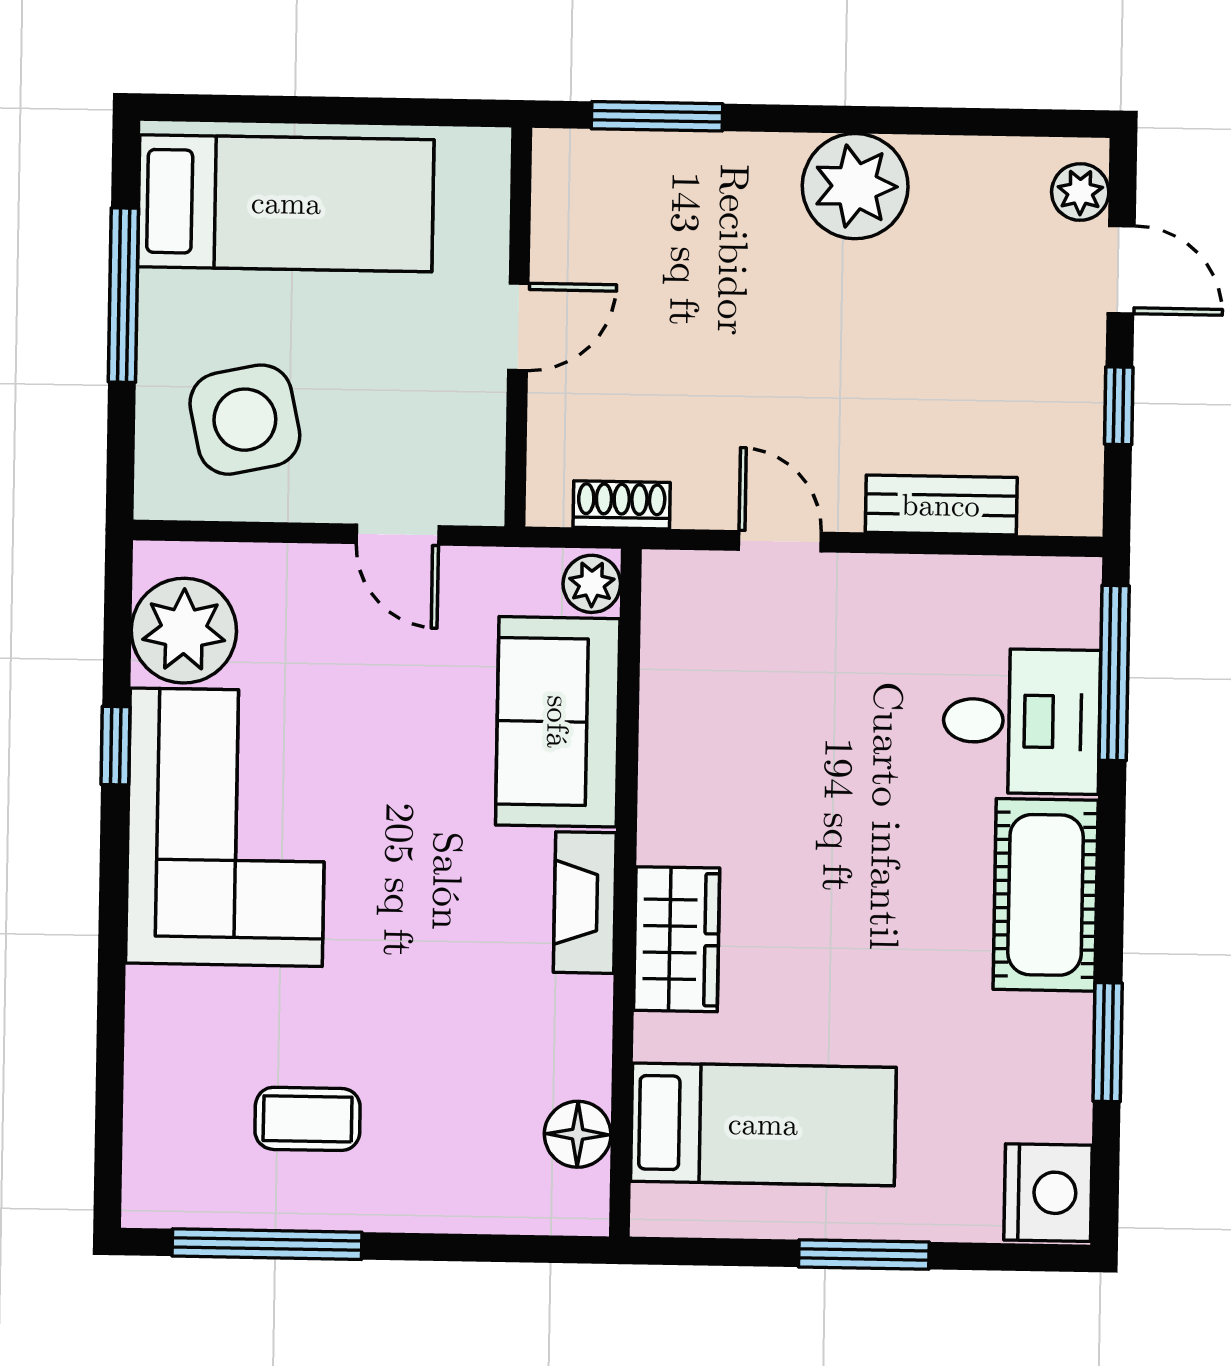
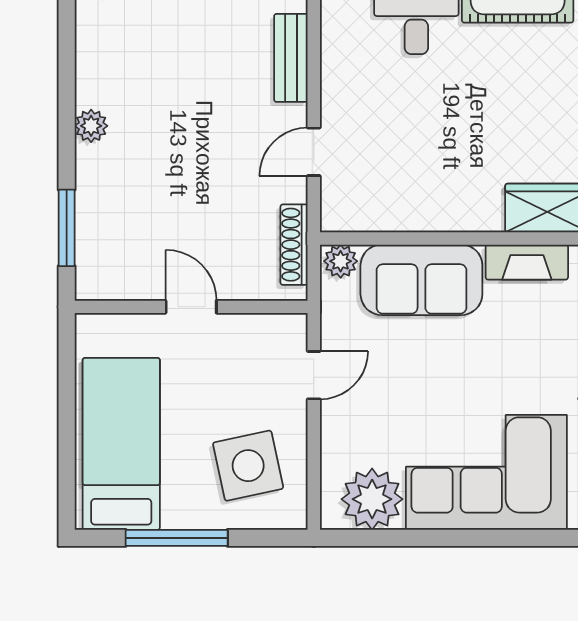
plant: (855, 186) -> (91, 126), width x0.53, depth x0.53
shoe rack: (622, 505) -> (294, 245), width x1.43
window: (116, 746) -> (440, 538), removed

